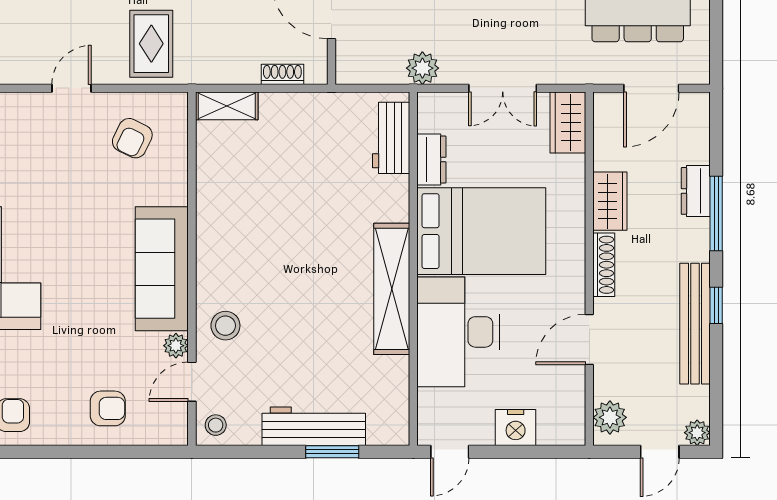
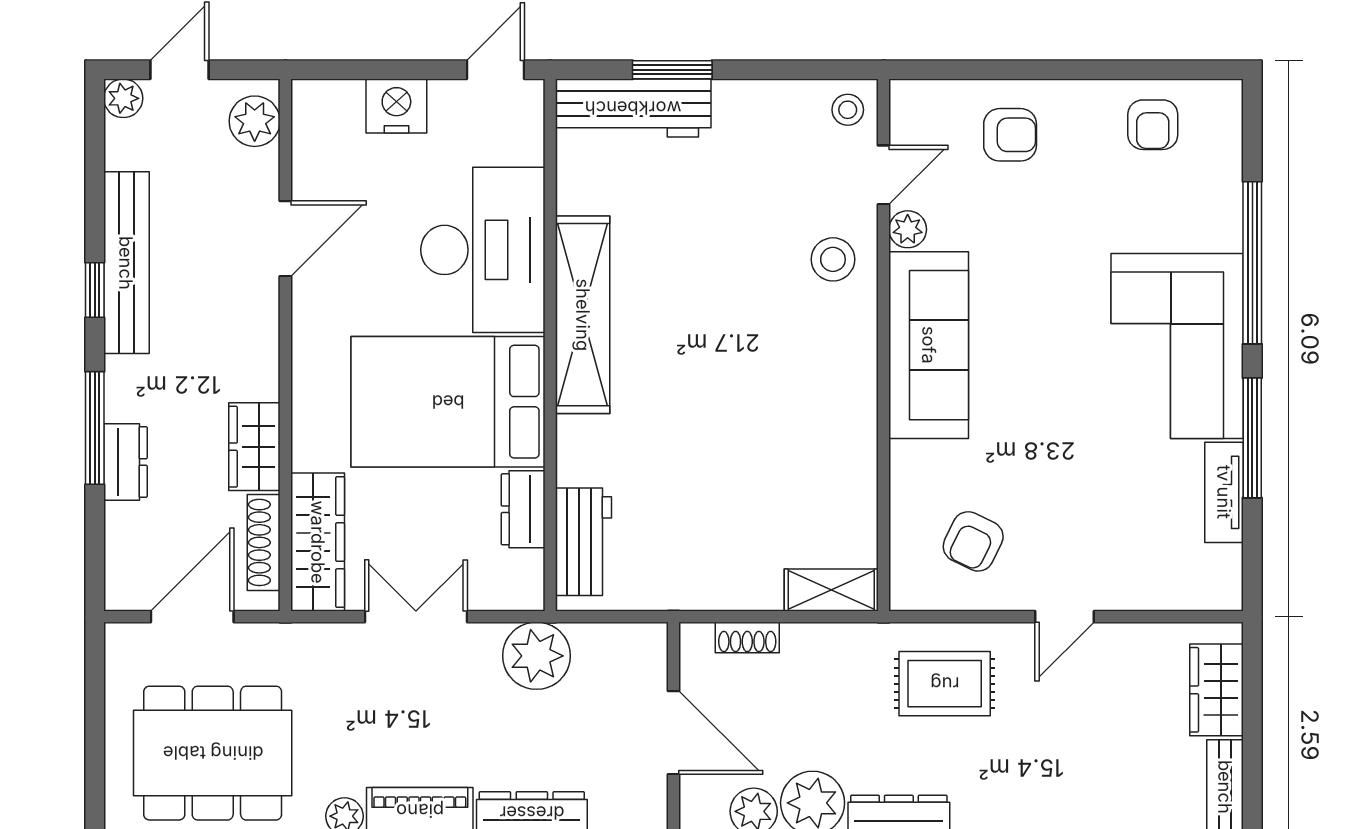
rug: (151, 44) -> (945, 684), turned 90
plant: (422, 68) -> (537, 656), width x1.36, depth x1.36
wardrobe: (568, 122) -> (318, 542), width x1.50
armchair: (132, 138) -> (973, 541), turned 180
shoe rack: (604, 265) -> (264, 542), moved
armchair: (108, 408) -> (1010, 135), turned 180
workbench: (314, 426) -> (633, 108), moved

